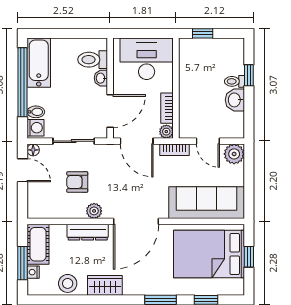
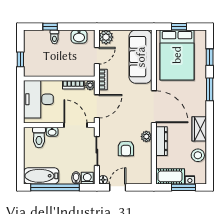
washbasin: (235, 100) -> (79, 37), moved

